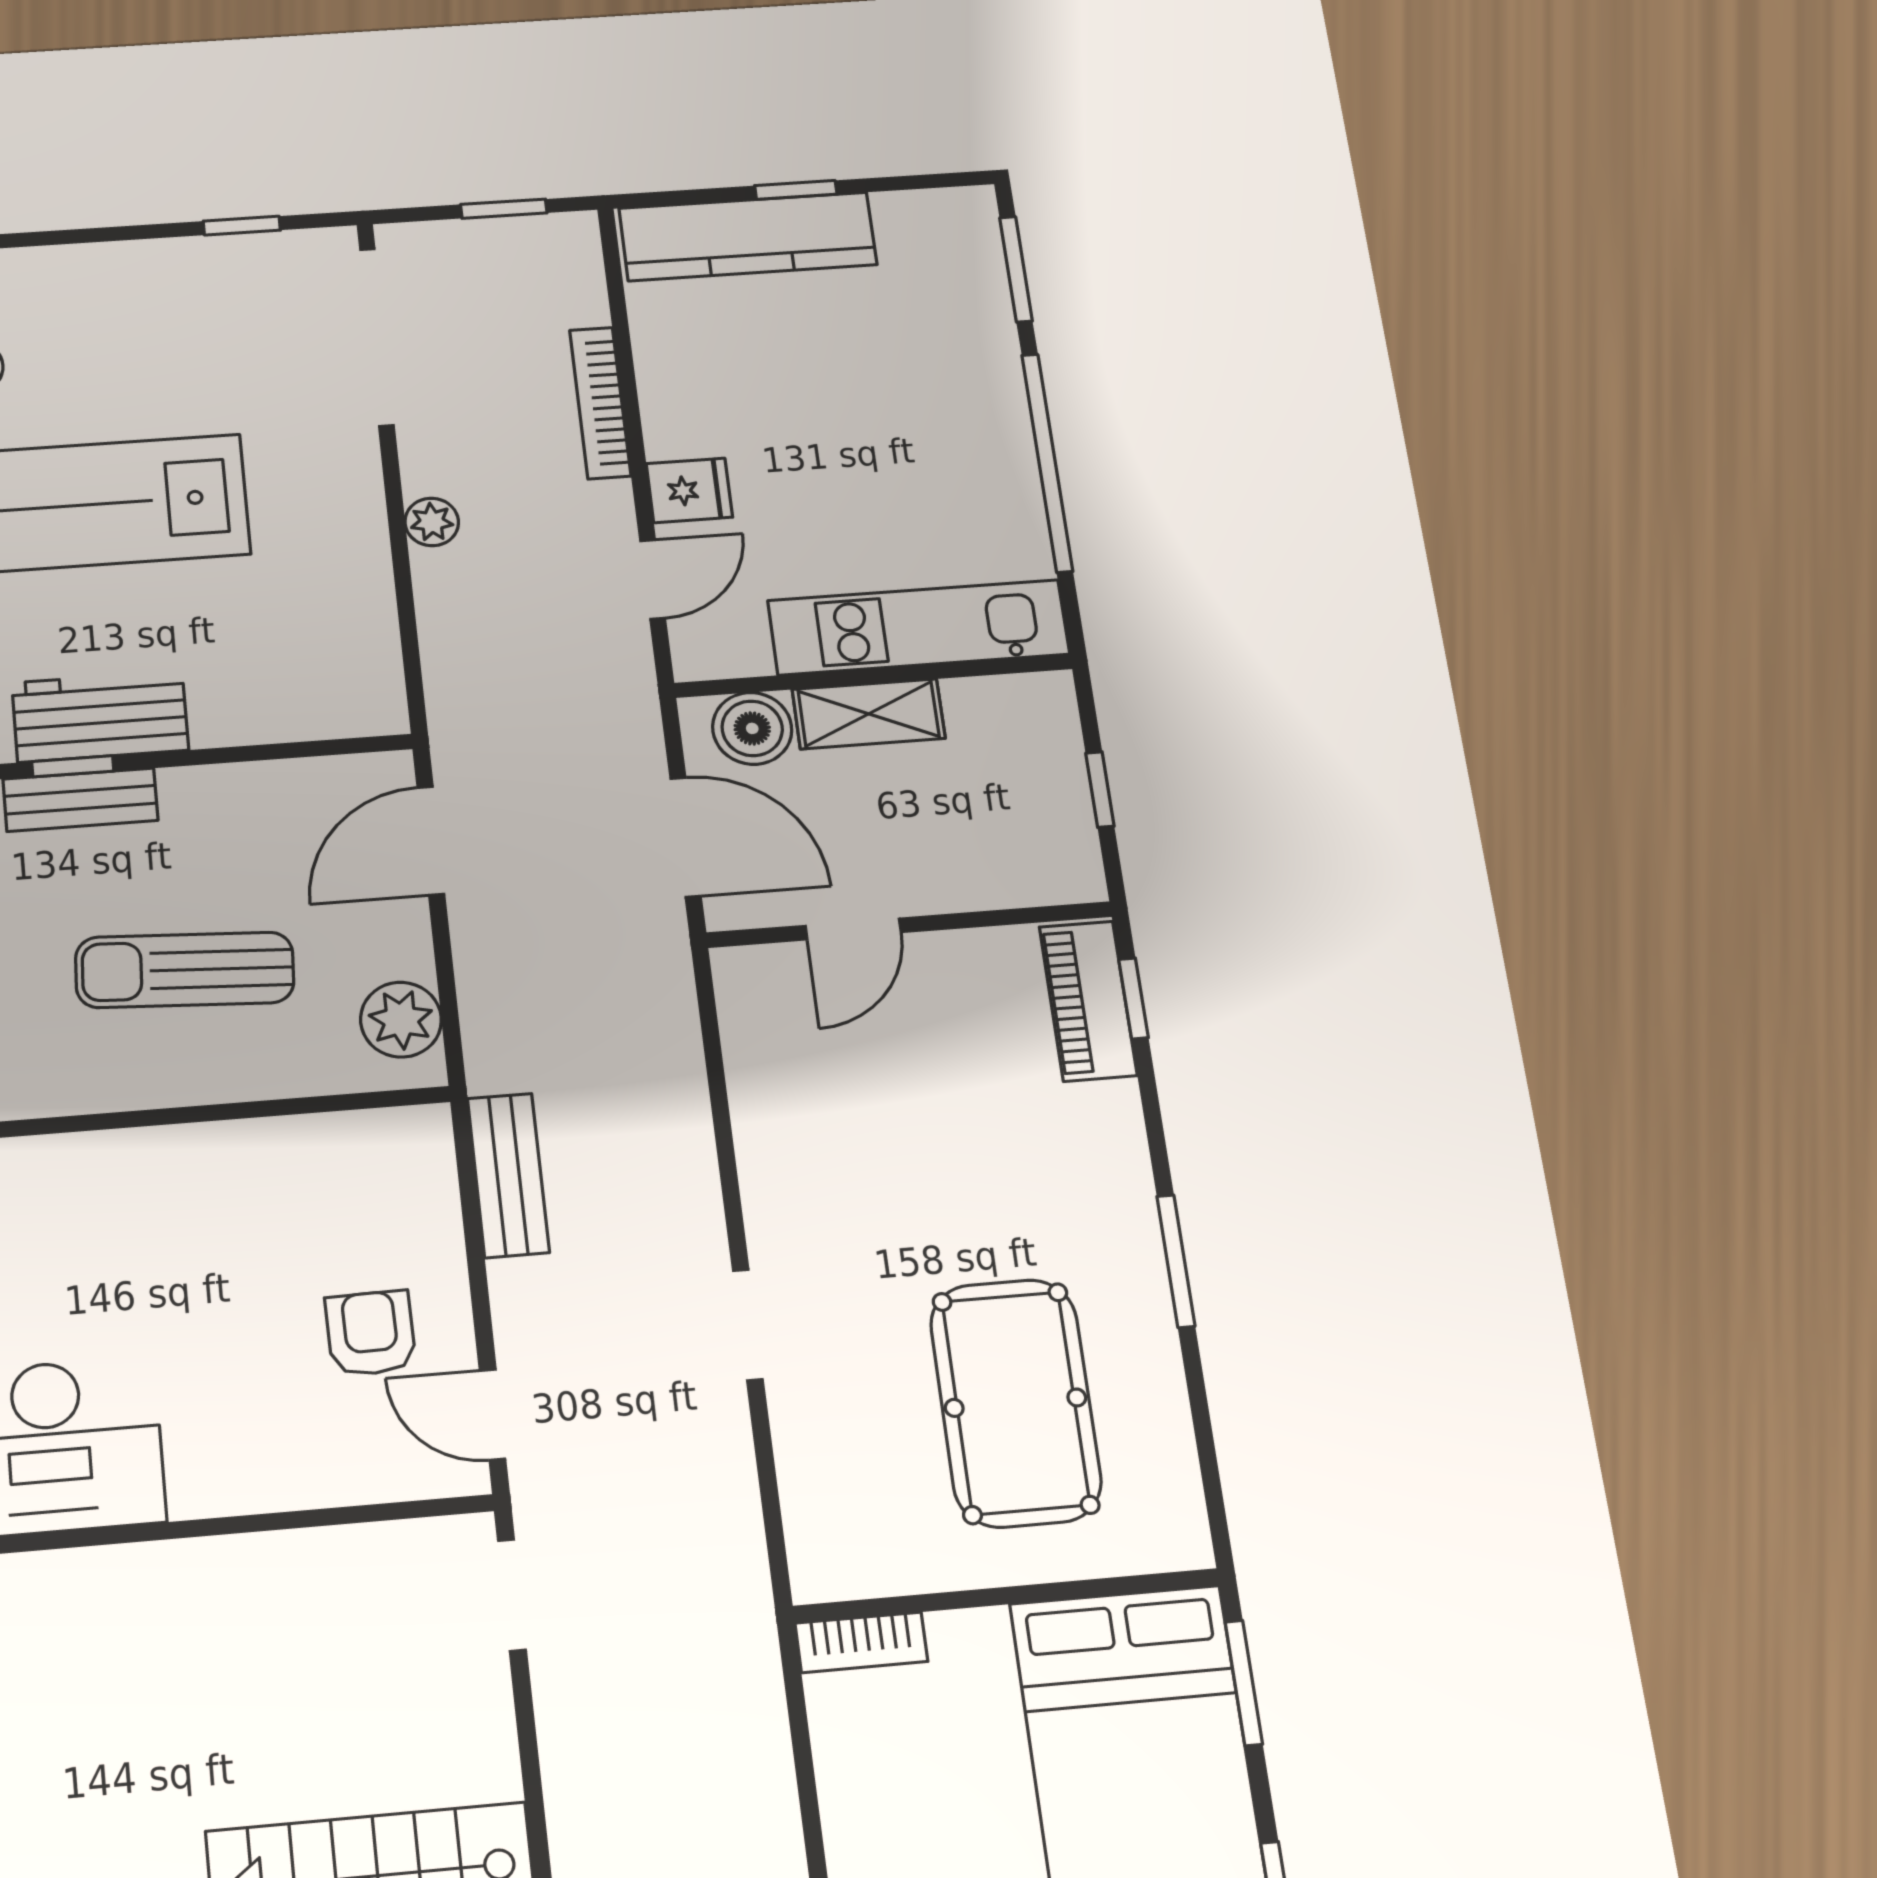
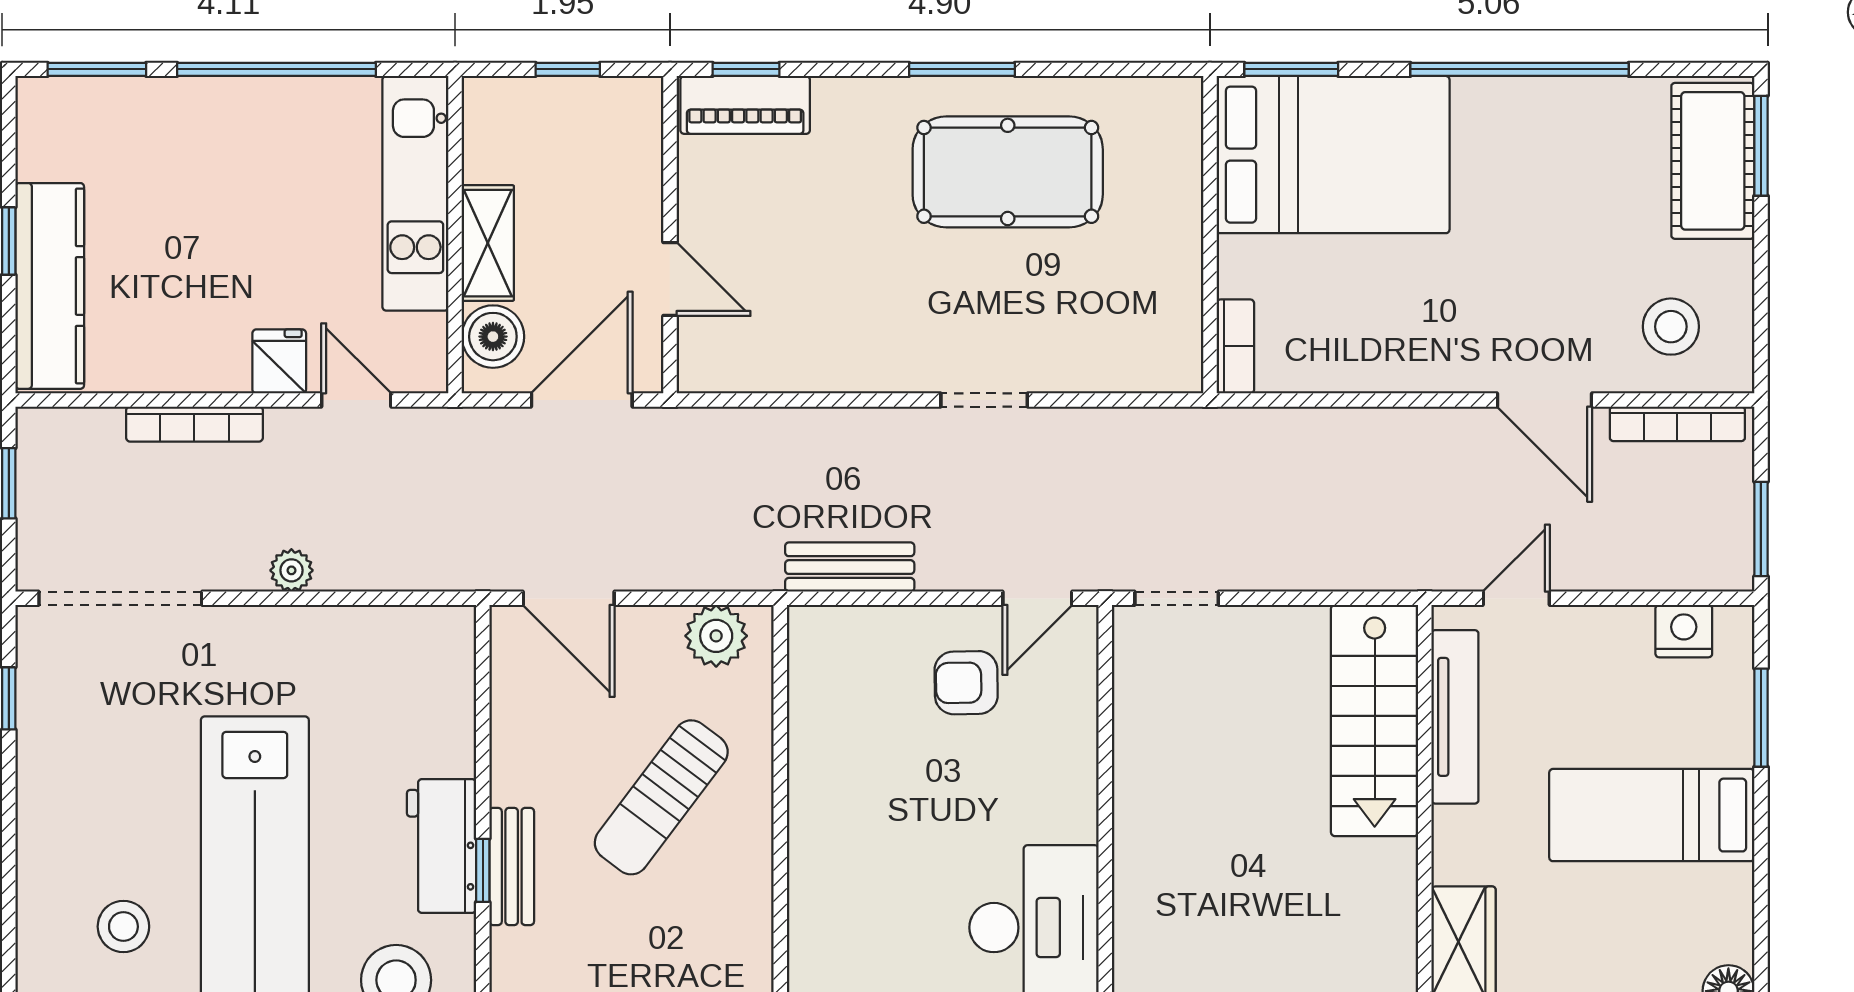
sun lounger: (185, 970) -> (661, 797), turned 34
pool table: (1016, 1403) -> (1008, 172), moved

